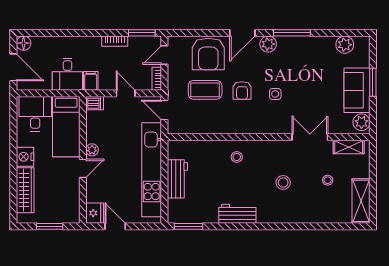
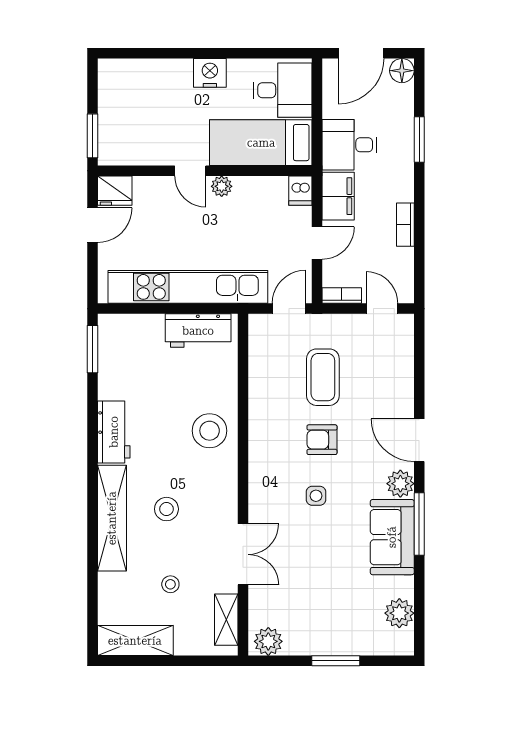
window: (142, 33) -> (419, 140), moved
armchair: (208, 54) -> (384, 383), removed
filing cabinet: (91, 81) -> (338, 196), width x2.00
sofa: (357, 90) -> (392, 537), moved, turned -90
stool: (237, 157) -> (210, 431), width x1.89, depth x1.89
workbench: (177, 179) -> (198, 331), moved
wardrobe: (25, 190) -> (154, 73), removed
shelving: (288, 215) -> (112, 518), added
window: (50, 226) -> (92, 136), moved

